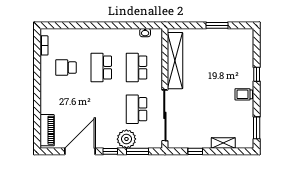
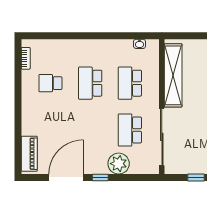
window: (137, 151) -> (131, 178), removed

